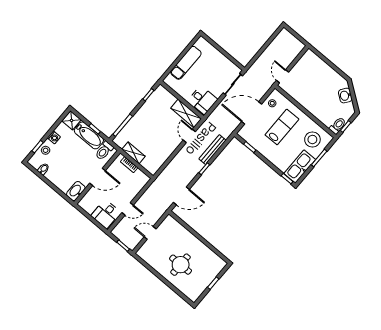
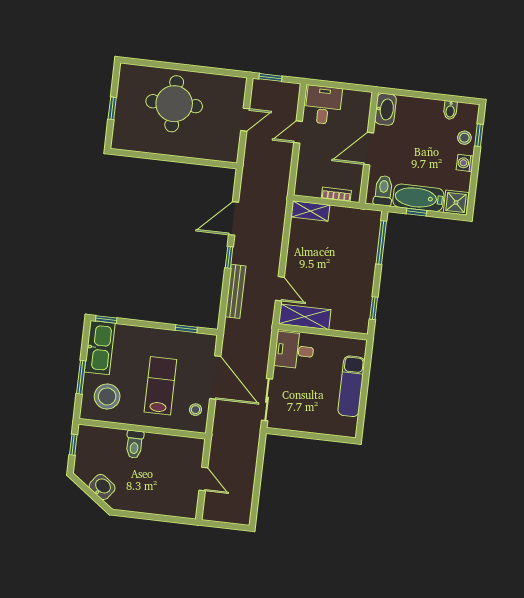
door: (282, 76) -> (203, 479), moved
door: (252, 113) -> (215, 377), hinge flipped
toilet: (338, 126) -> (134, 444), moved
lab bench: (282, 127) -> (160, 386), turned 180
shelving: (134, 153) -> (310, 211), moved
door: (181, 196) -> (234, 219), moved
round table: (181, 265) -> (174, 104), width x1.36, depth x1.36

